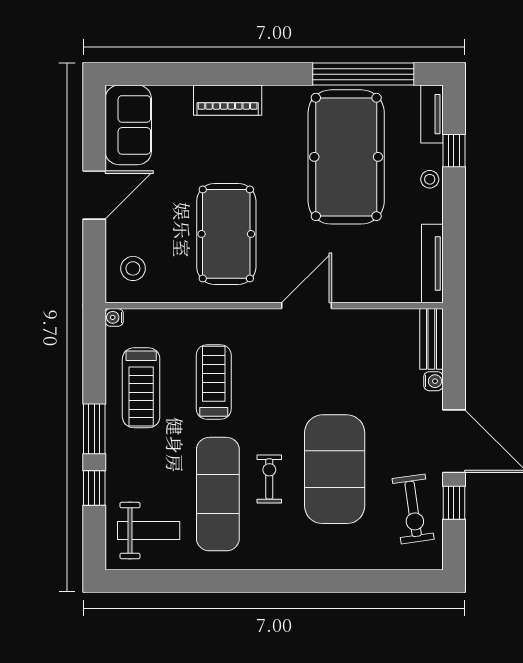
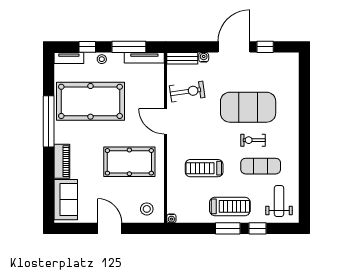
window: (363, 74) -> (49, 121), moved
sofa: (128, 125) -> (66, 200), moved, turned 90
window: (454, 233) -> (129, 47), added
treadmill: (141, 388) -> (230, 206), moved
exercise mat: (218, 494) -> (261, 166), width x0.73, depth x0.69
exercise bike: (413, 509) -> (187, 92), moved

